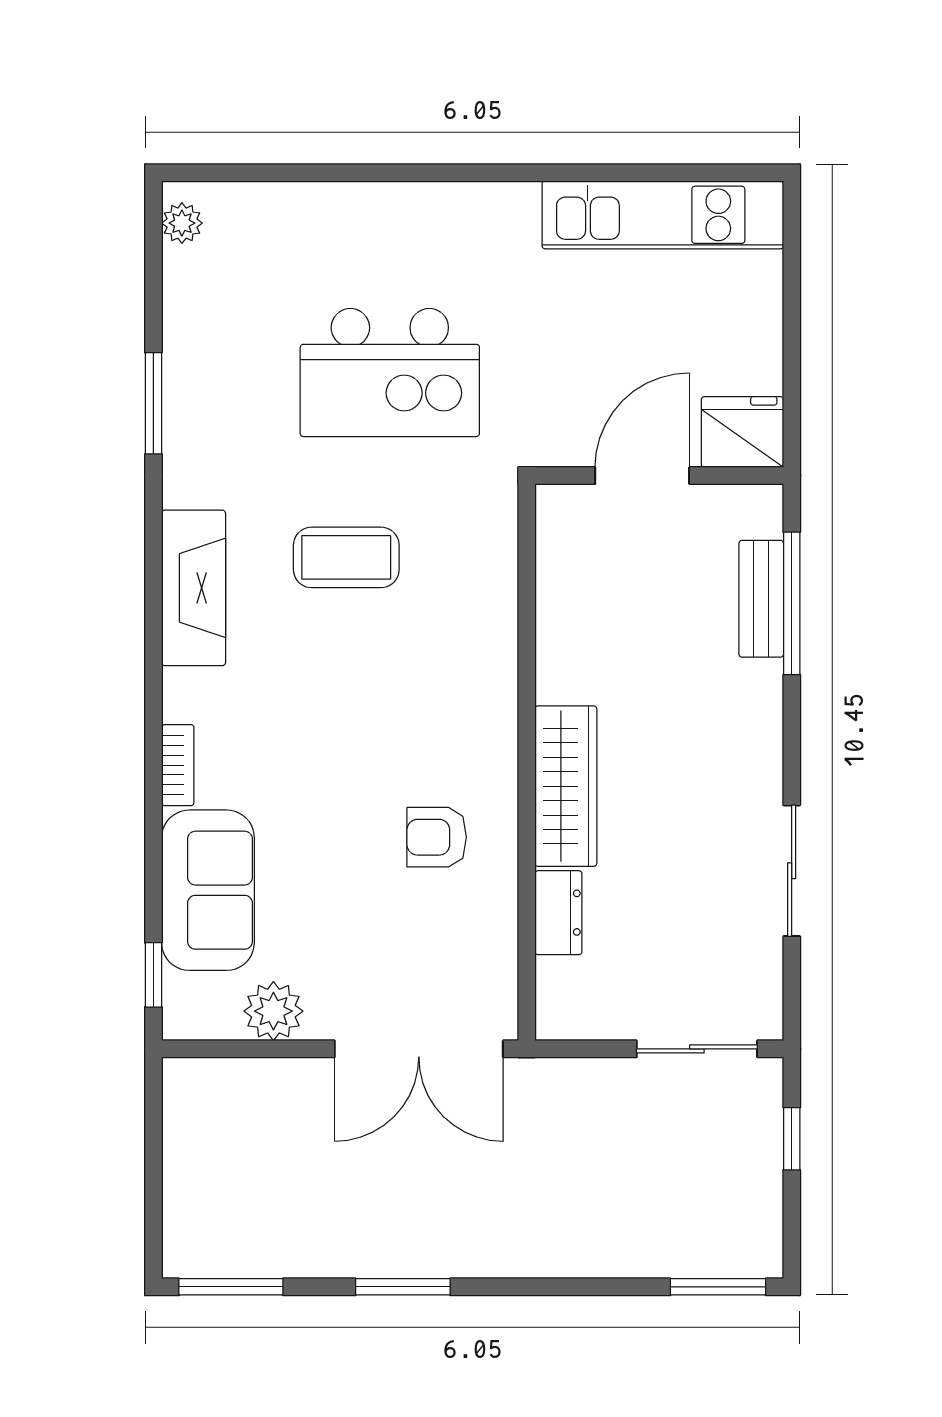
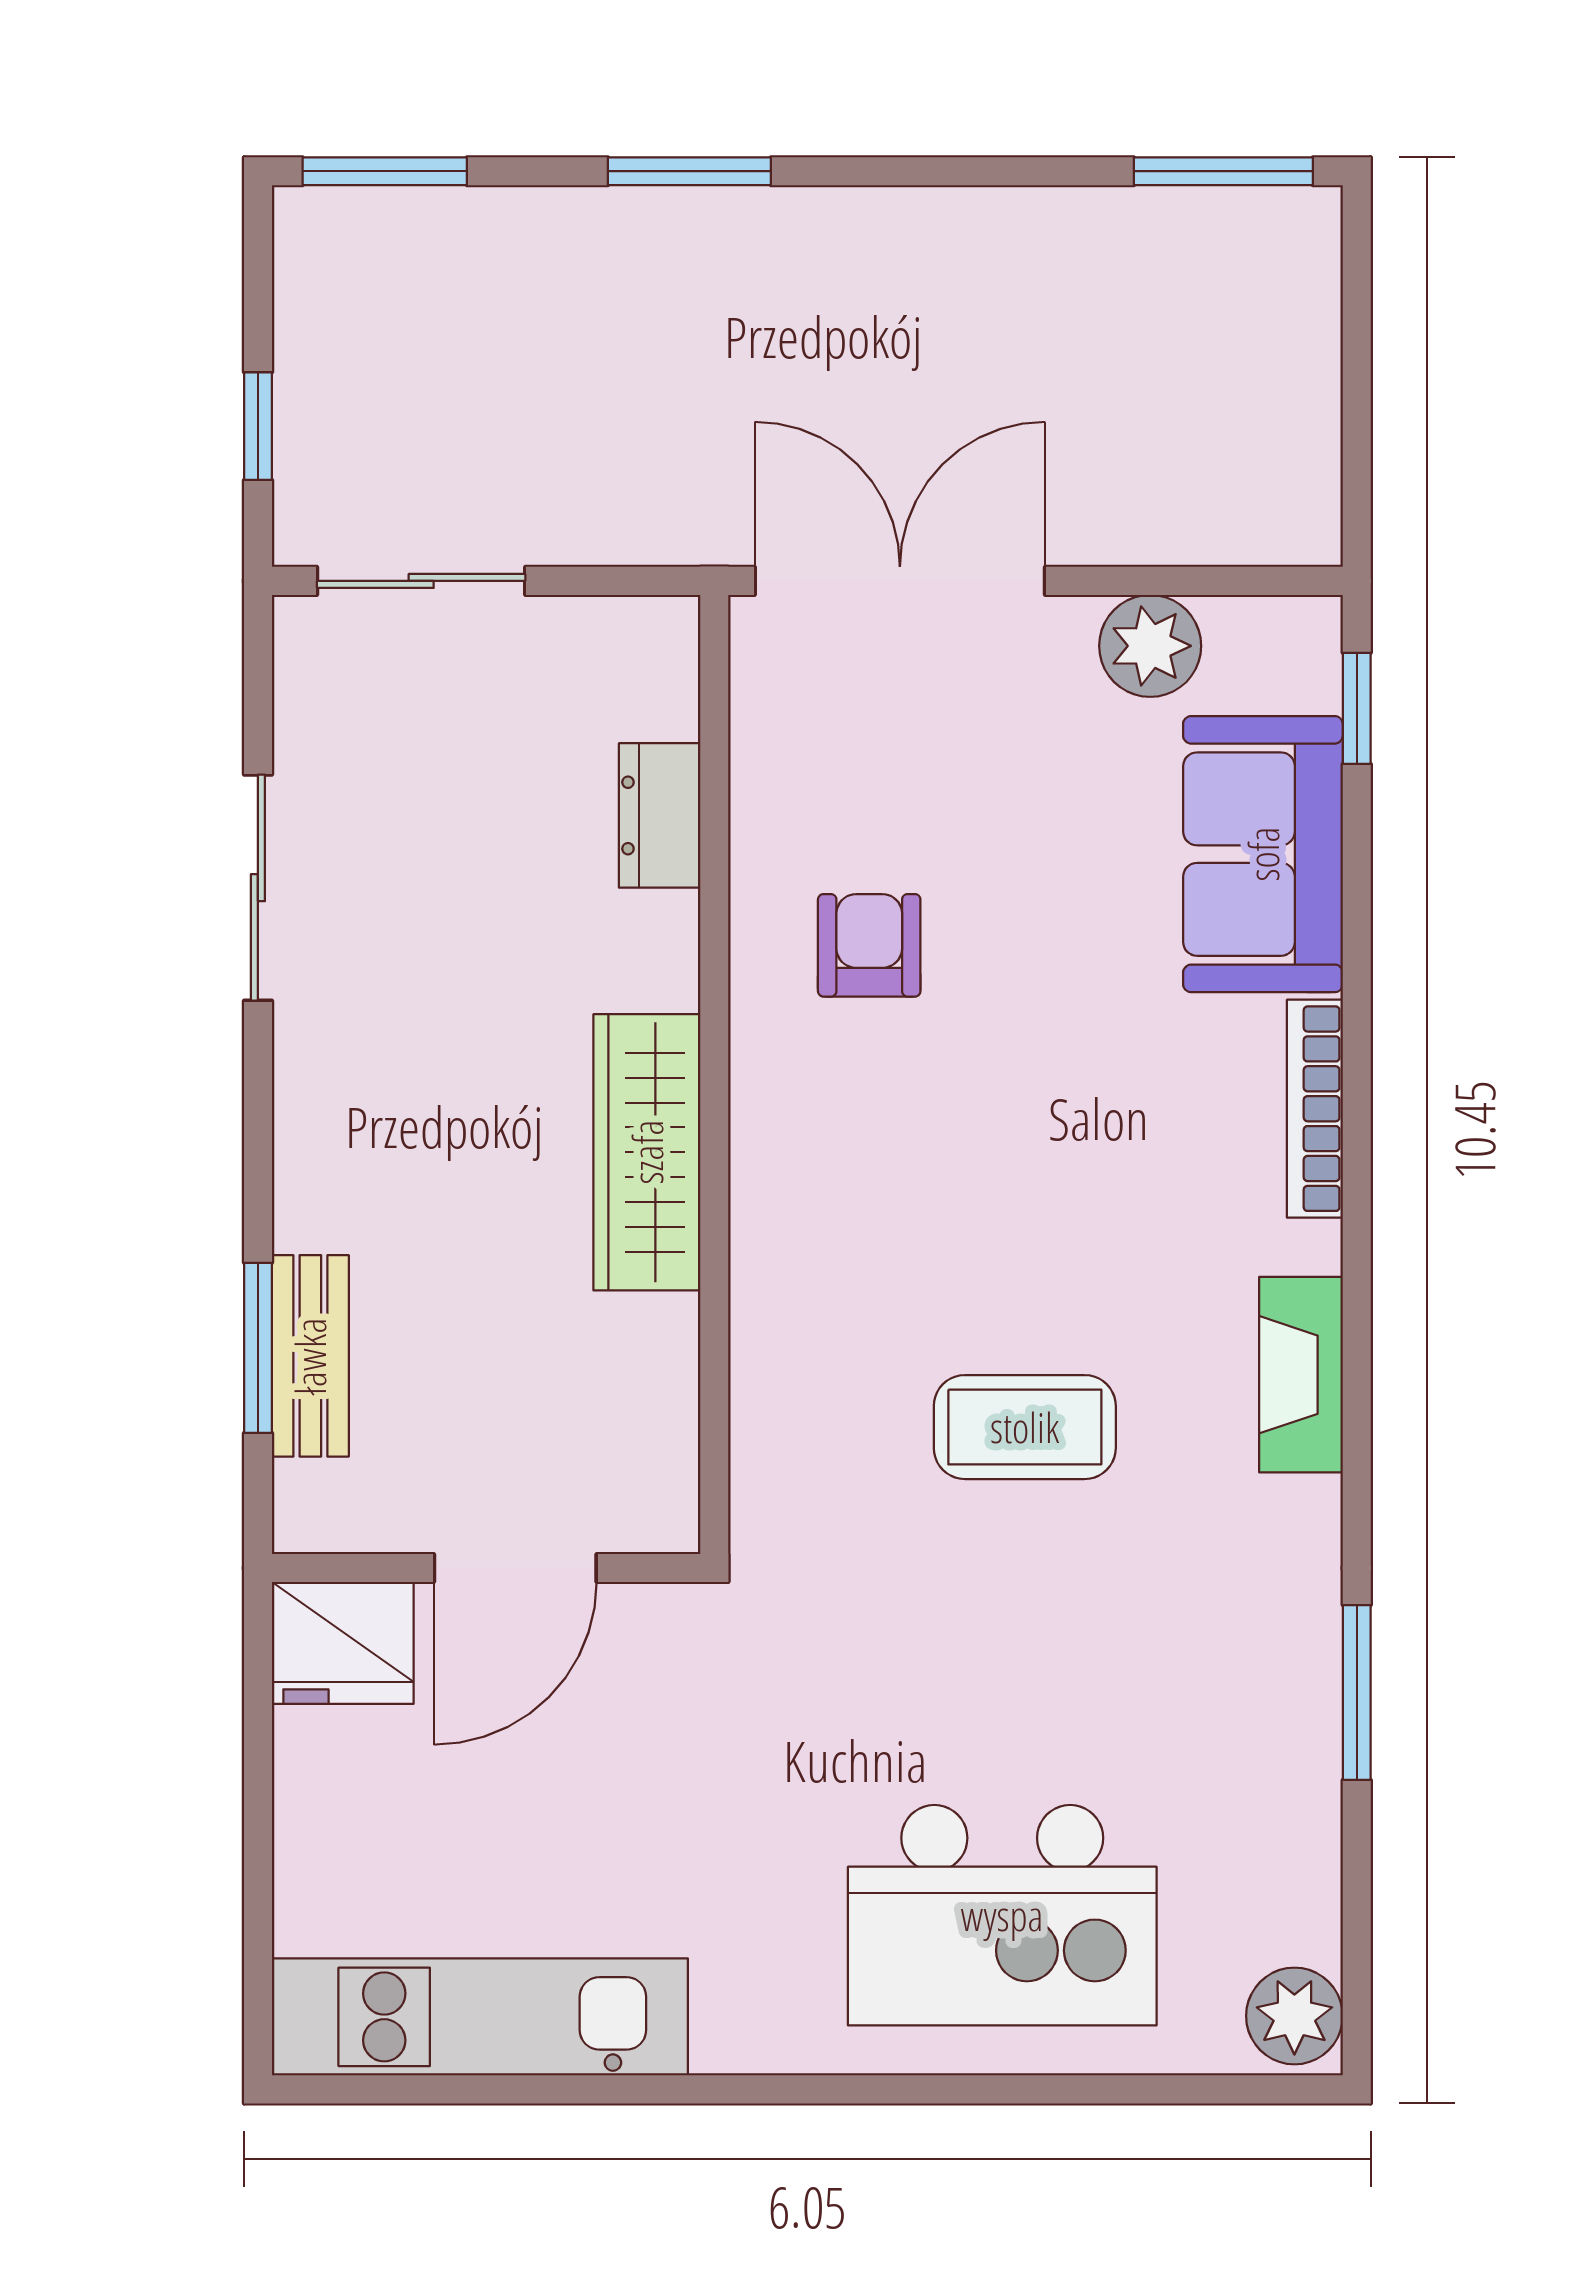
plant: (182, 223) -> (1294, 2016), width x1.38, depth x1.38
kitchen island: (390, 373) -> (1002, 1915), moved, turned 180
fireplace: (194, 588) -> (1301, 1375), width x0.73, depth x0.76
window: (792, 603) -> (258, 1348), width x0.69
bookcase: (178, 765) -> (1315, 1109), width x1.56
wardrobe: (566, 786) -> (647, 1152), moved
armchair: (437, 837) -> (869, 945), turned -90
window: (403, 1287) -> (689, 171), moved

